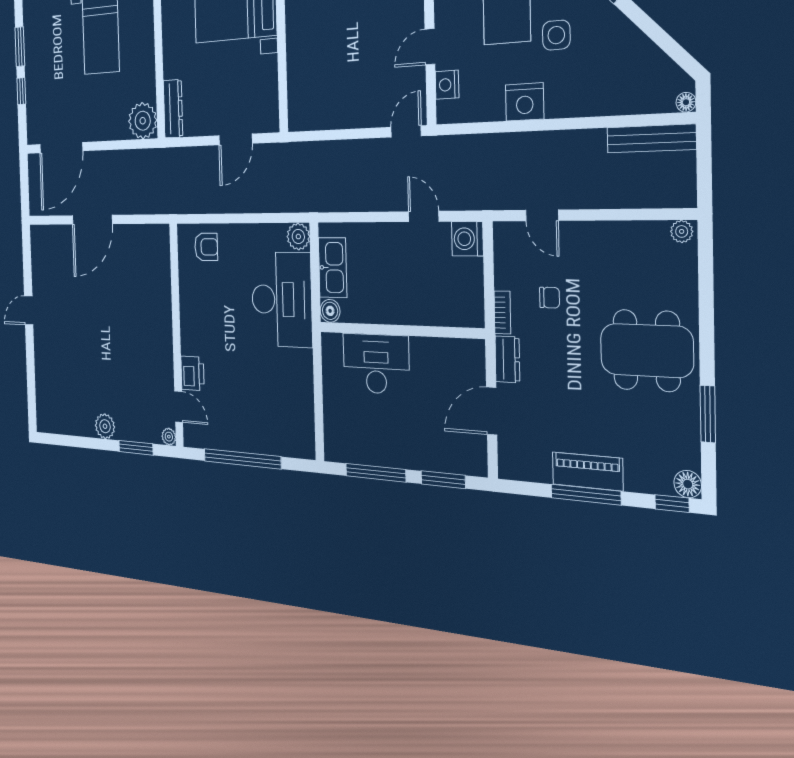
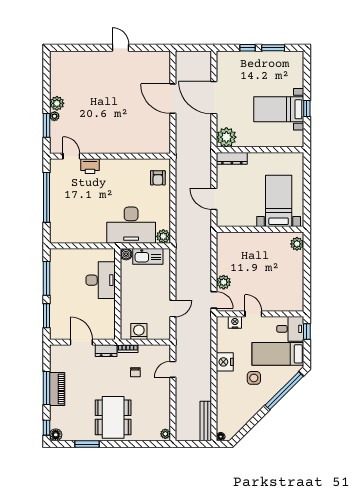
plant: (374, 113) -> (224, 282), added
door: (61, 148) -> (214, 98), moved
washing machine: (467, 239) -> (139, 331), moved
door: (179, 407) -> (71, 156), swing flipped
plant: (169, 437) -> (55, 116), moved

